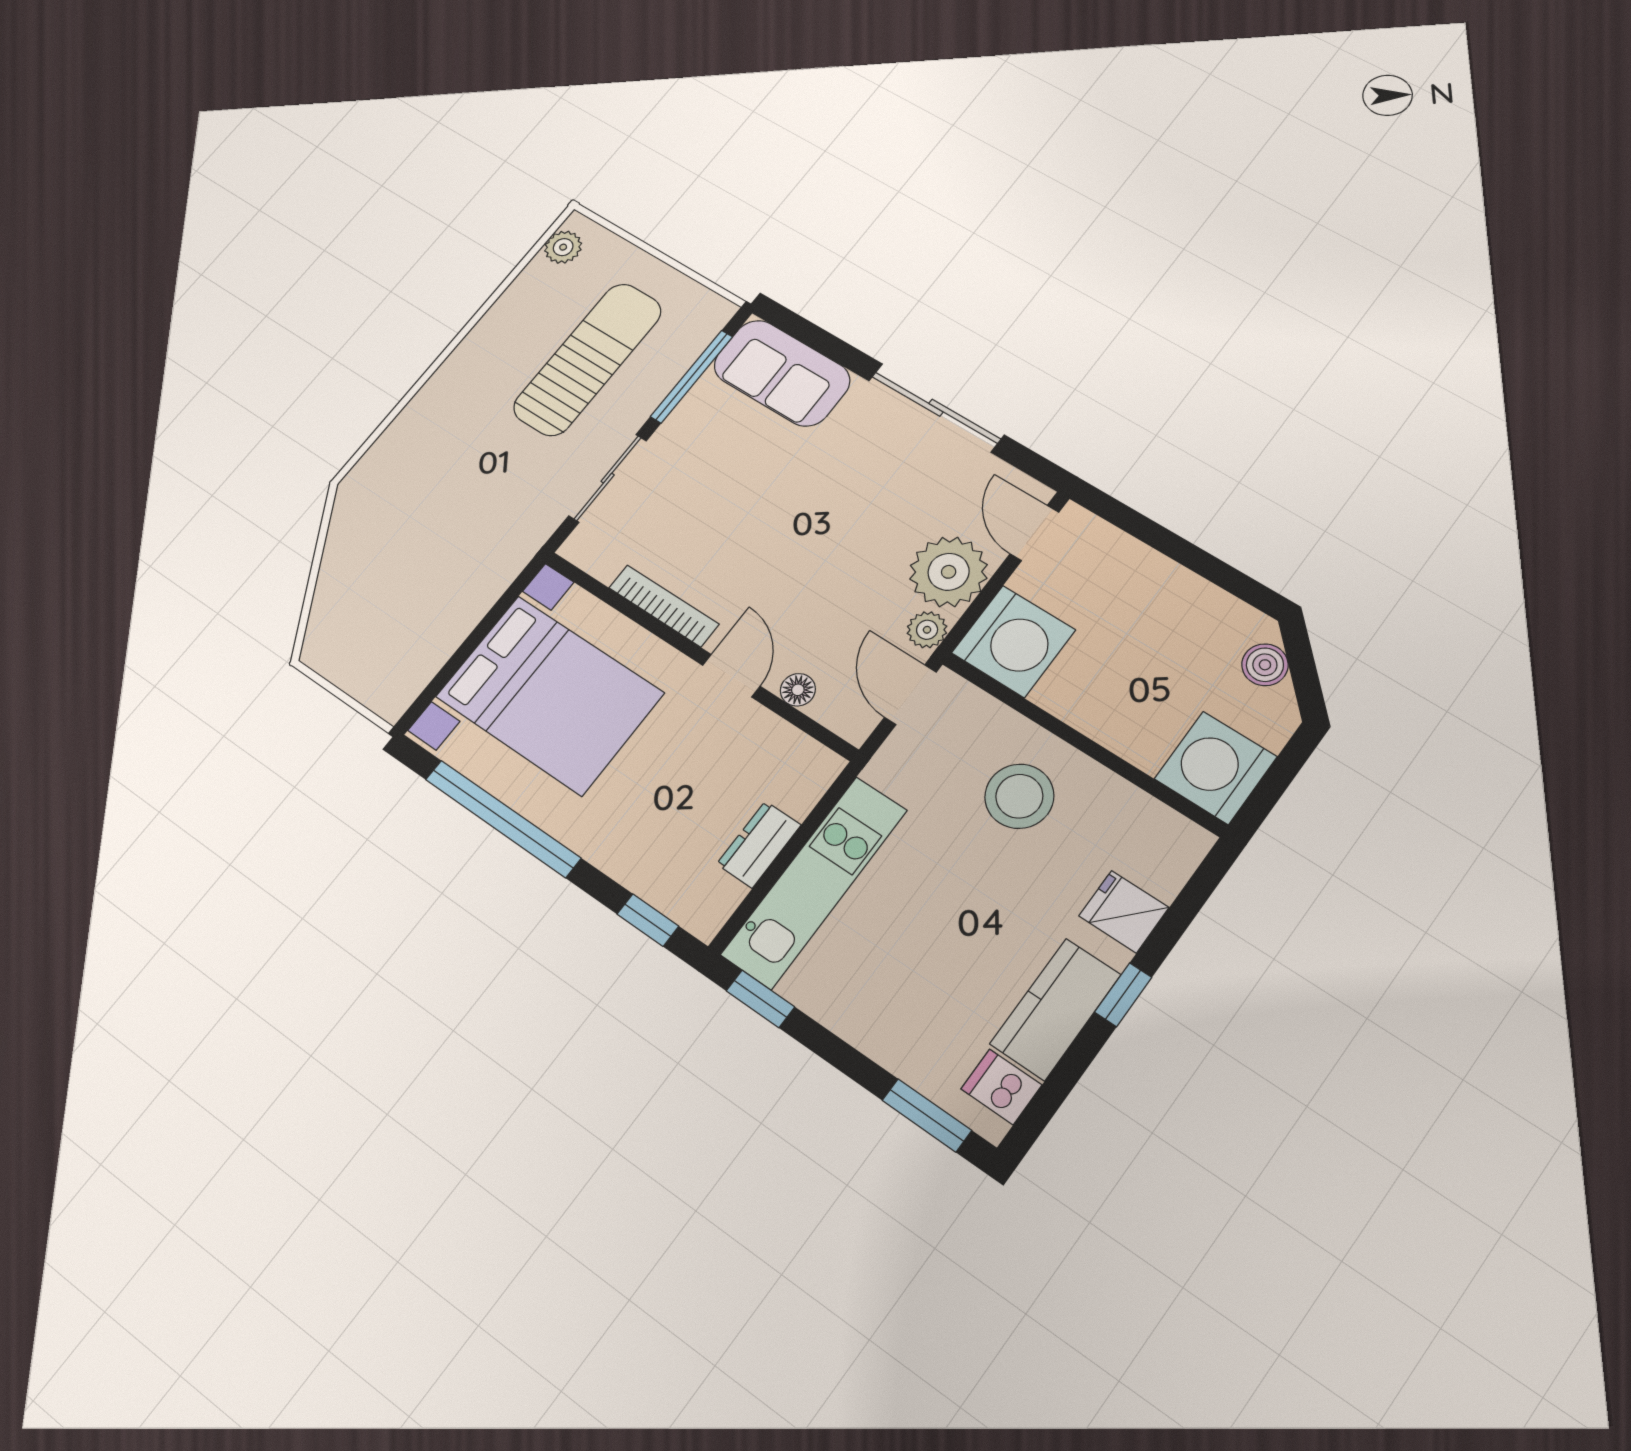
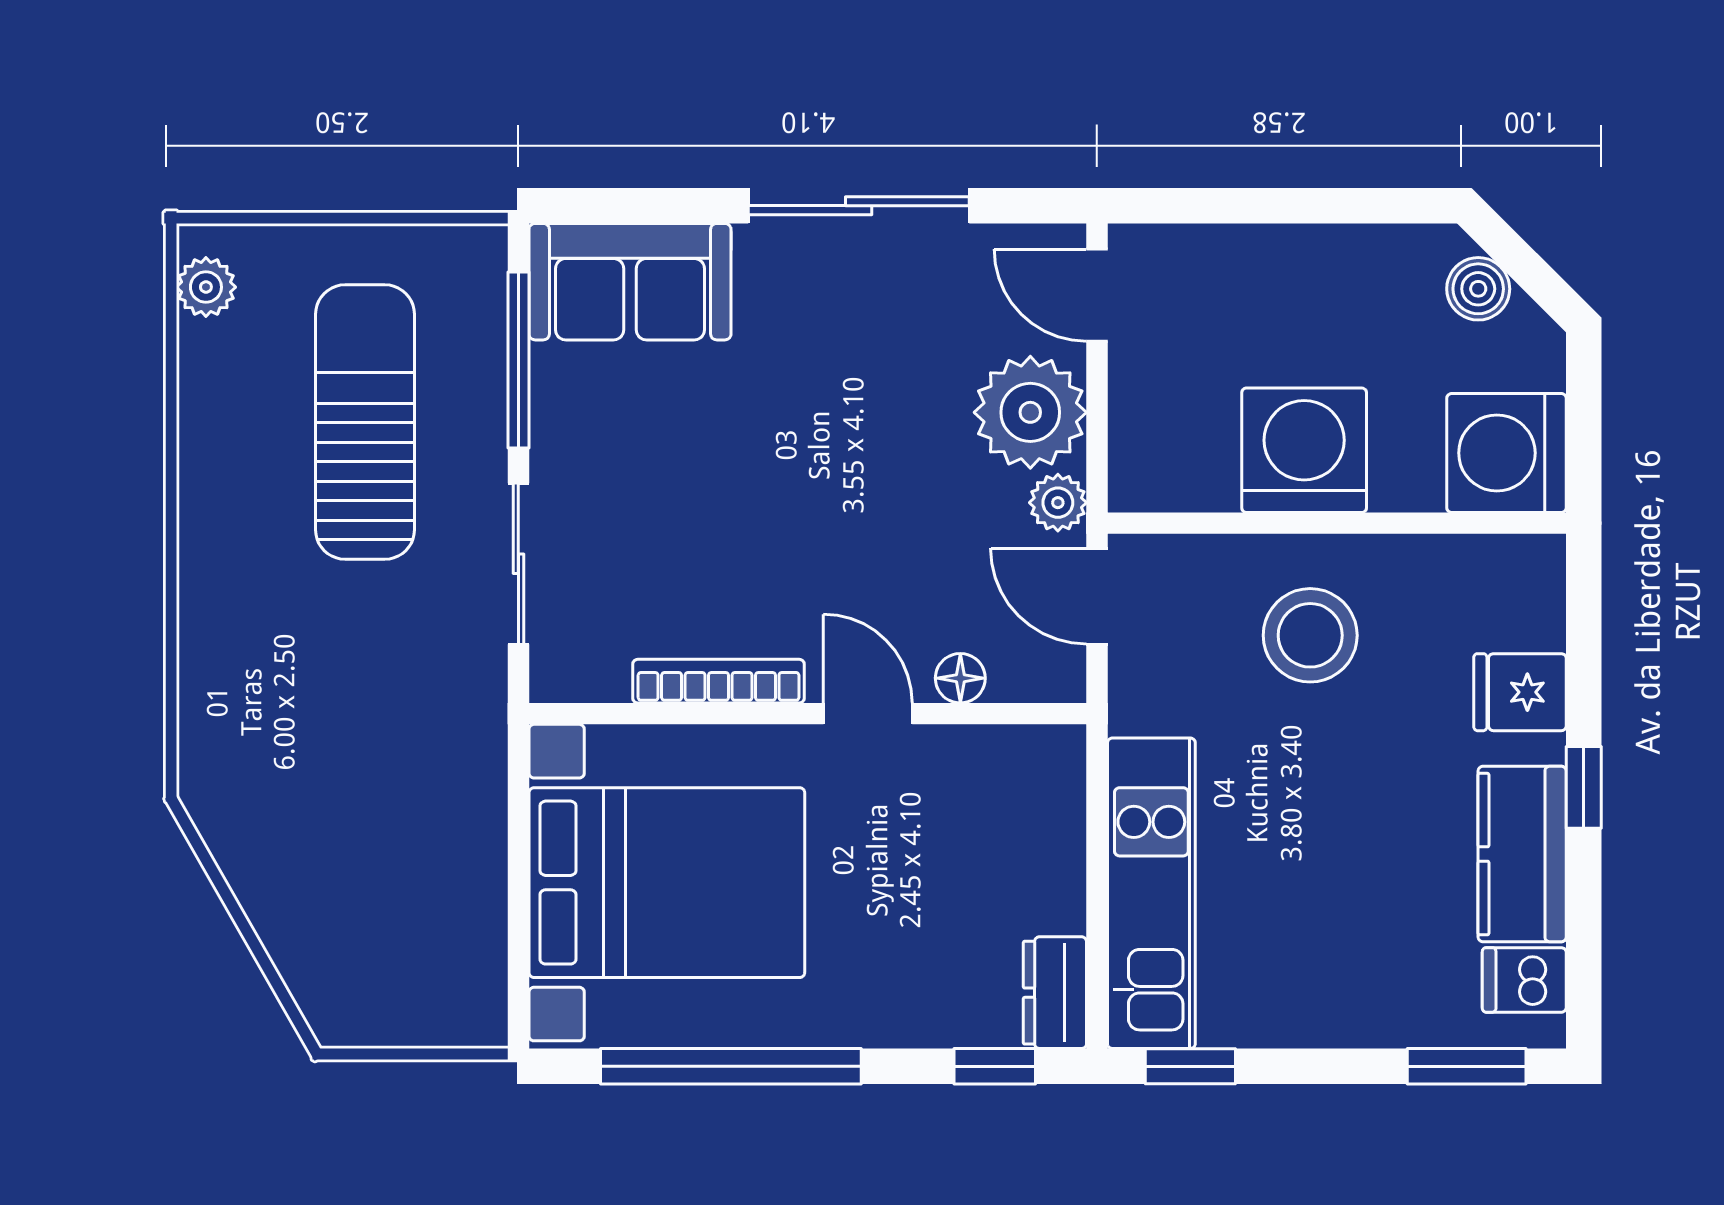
washing machine: (1014, 641) -> (1304, 450), moved, turned -90
dresser: (759, 844) -> (1055, 993), moved

